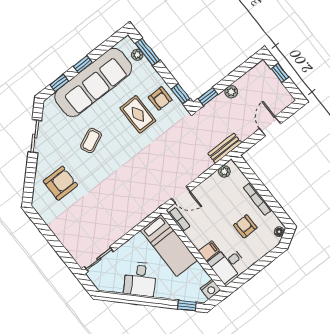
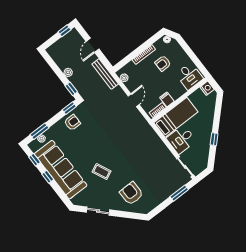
window: (280, 73) -> (64, 31), moved
window: (59, 83) -> (35, 160), moved
rug: (138, 114) -> (83, 138), removed
door: (270, 126) -> (93, 45), hinge flipped
bench: (225, 148) -> (105, 74), width x1.36
door: (181, 195) -> (134, 100), moved
window: (61, 251) -> (179, 193), added
filing cabinet: (209, 251) -> (167, 99), moved
desk: (140, 279) -> (181, 140), moved, turned 135
window: (187, 306) -> (214, 139), moved

